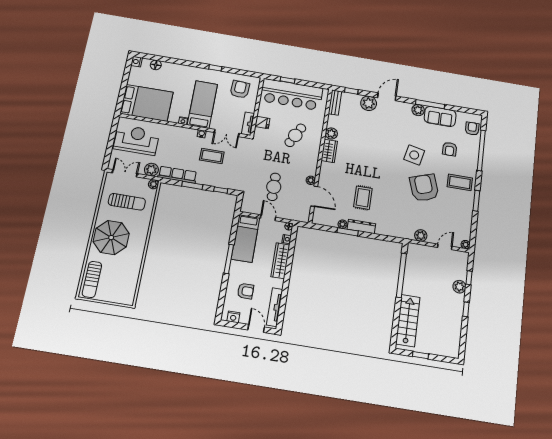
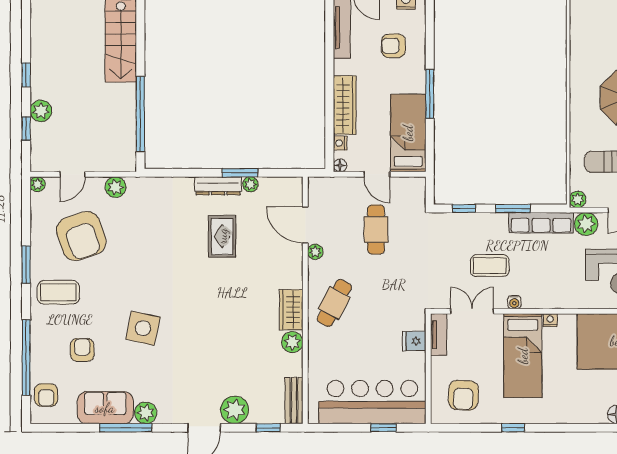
cafe table: (295, 135) -> (334, 303), moved
armchair: (424, 188) -> (81, 236), moved

